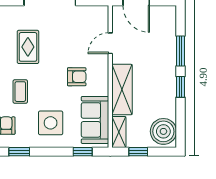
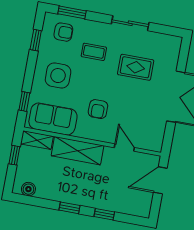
window: (181, 51) -> (104, 214), width x0.67
boiler: (163, 131) -> (28, 189), width x0.54, depth x0.54

